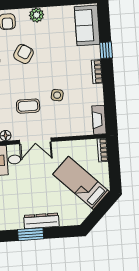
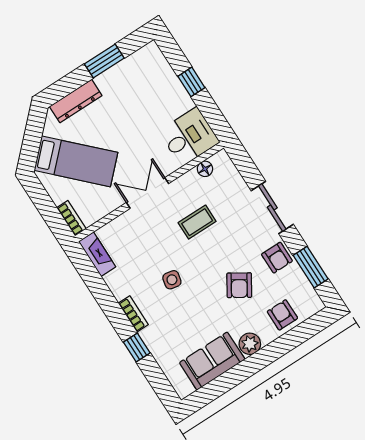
sofa: (87, 25) -> (212, 361), moved, turned -90
side table: (57, 95) -> (172, 280), moved
double door: (35, 141) -> (147, 193), moved
dresser: (41, 221) -> (76, 101), moved

